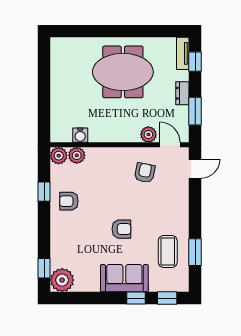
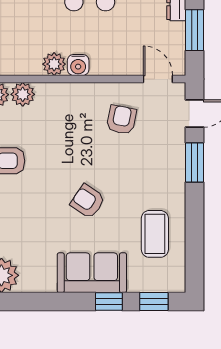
plant: (148, 134) -> (54, 64), moved
water cooler: (80, 135) -> (78, 65), moved
armchair: (121, 229) -> (88, 201), turned -146
window: (195, 252) -> (195, 163), moved

